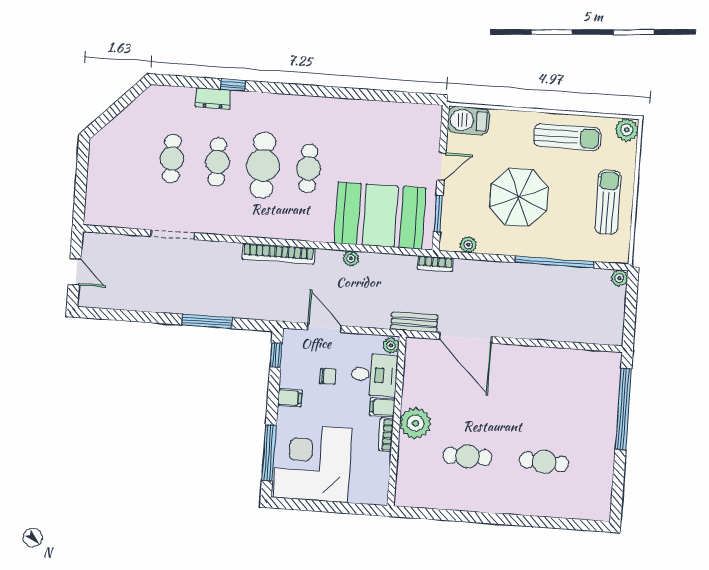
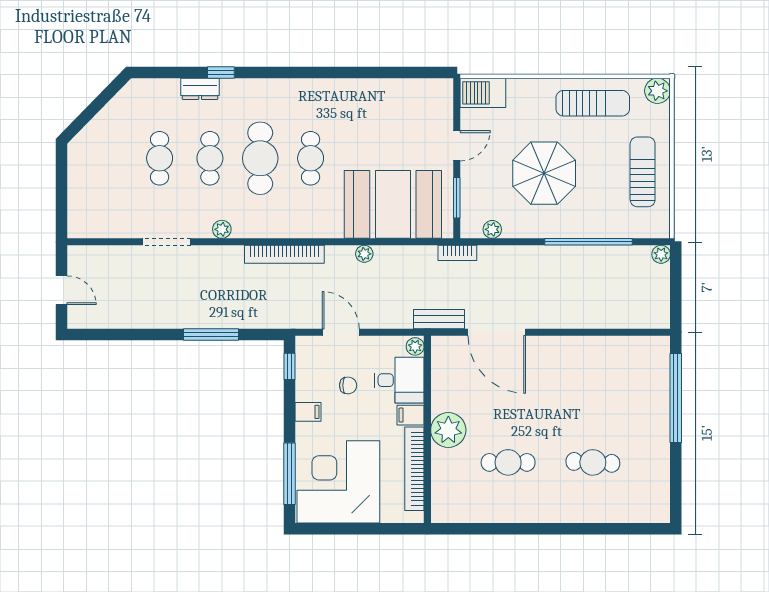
plant: (224, 227) -> (222, 229), added
bookcase: (386, 435) -> (414, 469), width x2.31, depth x1.31

